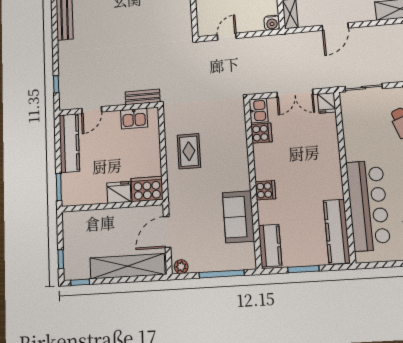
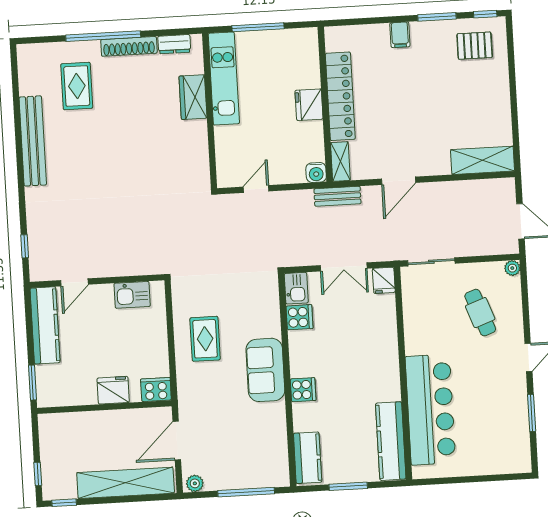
bench: (143, 97) -> (337, 196), moved
cooker: (147, 189) -> (156, 390), width x0.73, depth x0.76
sofa: (238, 217) -> (265, 370), moved

